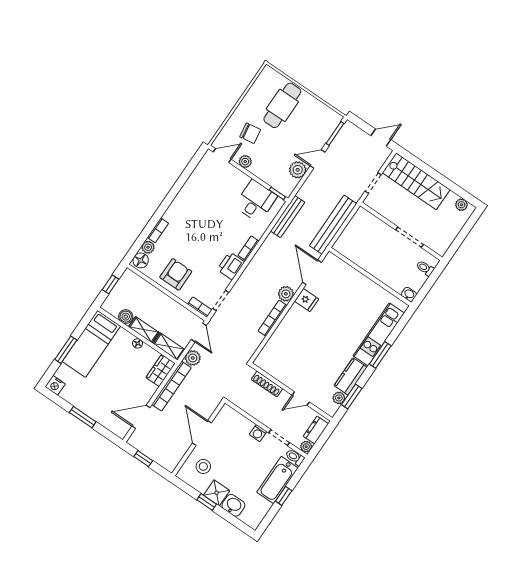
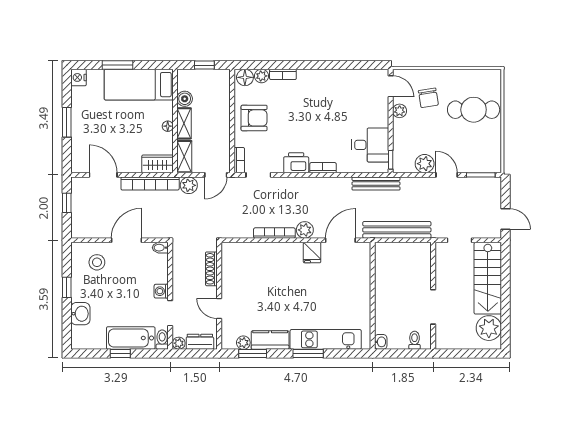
plant: (461, 205) -> (489, 328), width x1.88, depth x1.88
bidet: (225, 411) -> (160, 248), added
shower: (217, 493) -> (81, 291), removed

